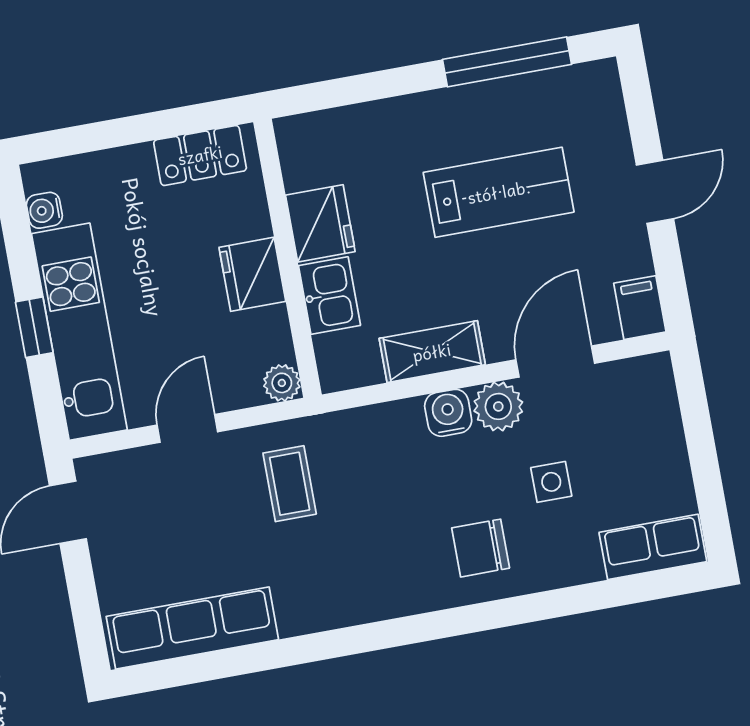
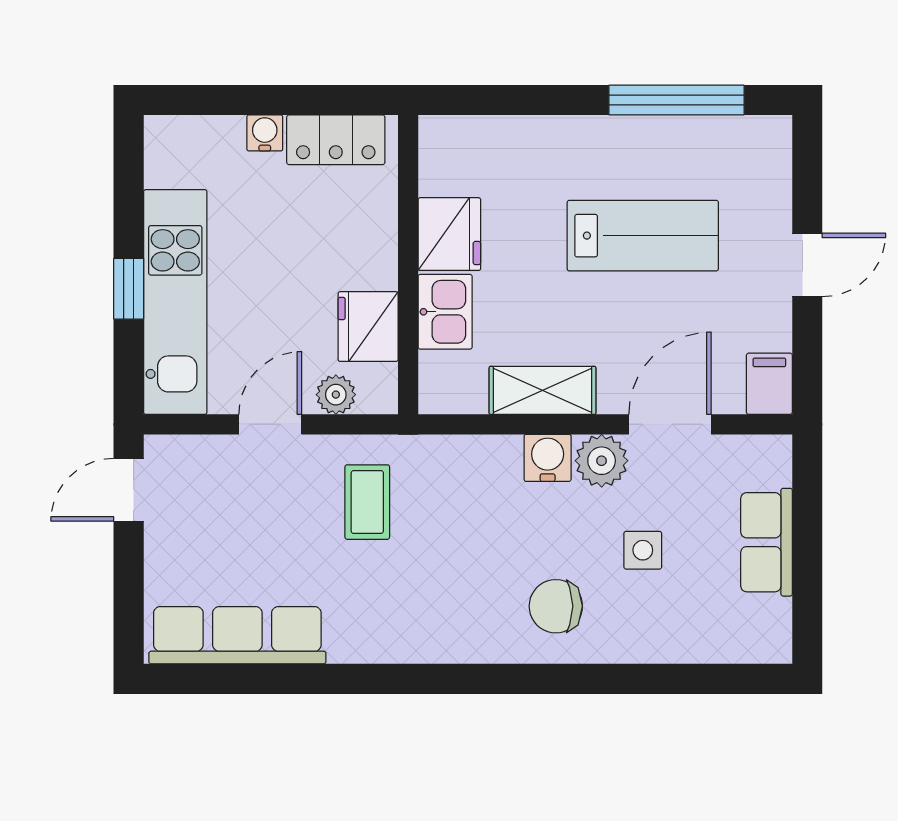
water cooler: (44, 210) -> (265, 133), moved, turned 90
fridge: (252, 274) -> (368, 327), moved
plant: (282, 383) -> (336, 395), moved
row of seats: (653, 547) -> (766, 542), moved, turned -90

